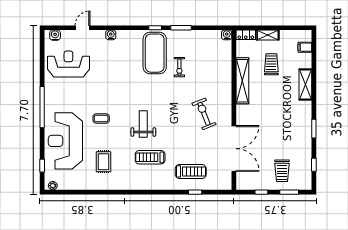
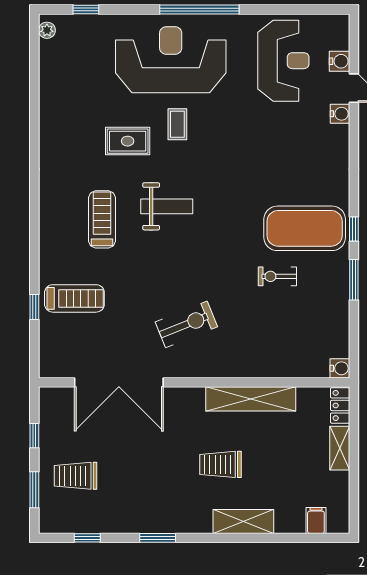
water cooler: (55, 35) -> (339, 61), moved
water cooler: (111, 35) -> (340, 114), moved
trolley: (271, 64) -> (220, 464), moved, turned 180
reception desk: (65, 141) -> (171, 60), moved
rug: (103, 162) -> (128, 141), moved
treadmill: (191, 171) -> (74, 298), turned -90

